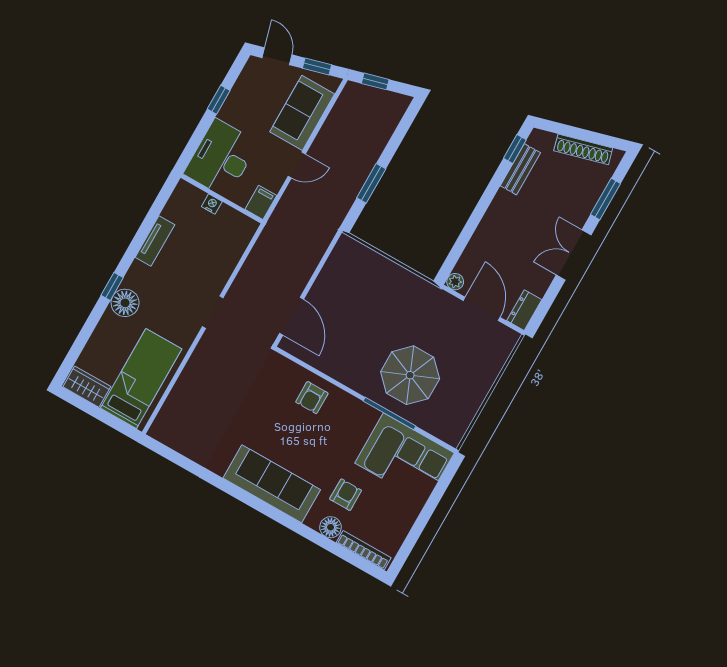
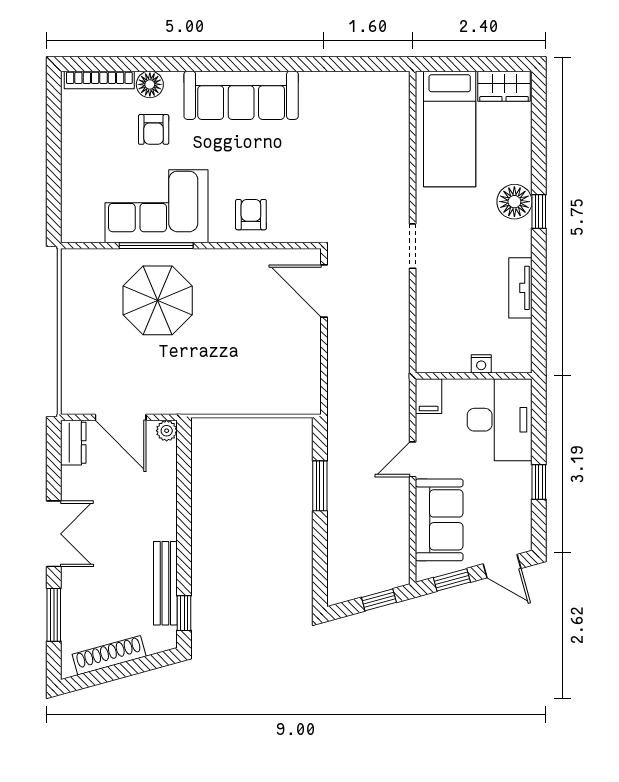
bench: (520, 169) -> (165, 583), width x1.36
corner sofa: (404, 458) -> (157, 206), moved

